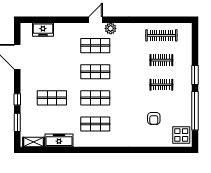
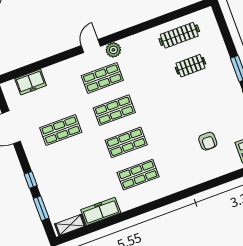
clothes rail: (161, 85) -> (202, 96), removed
shop shelf: (52, 98) -> (61, 130), moved

